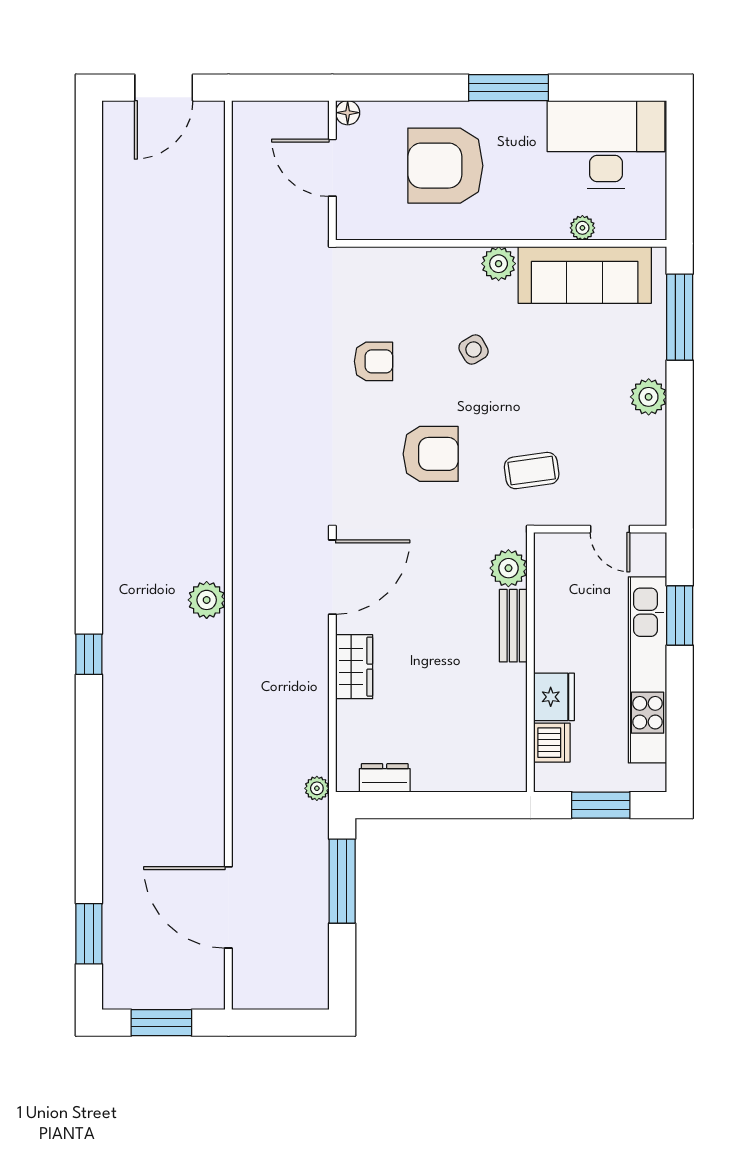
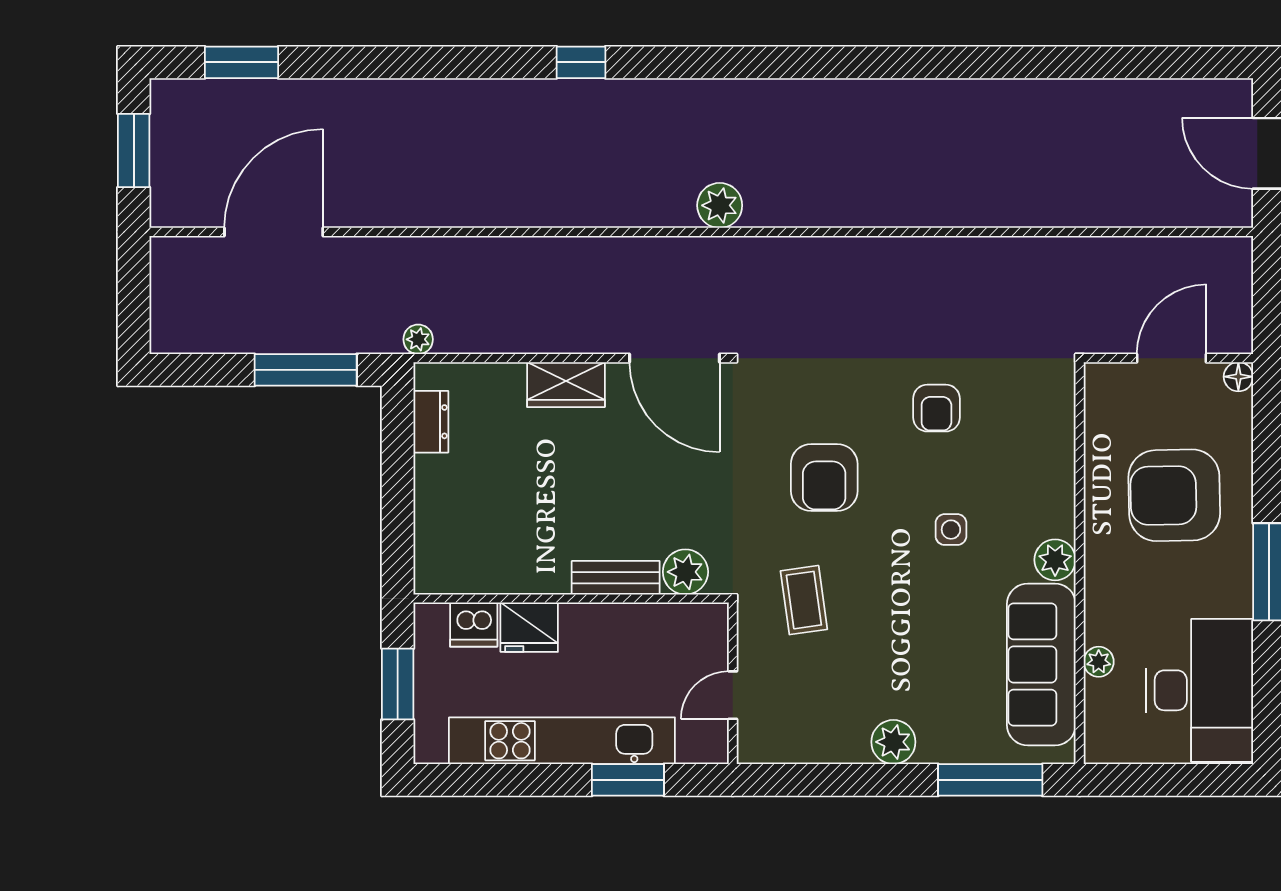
armchair: (445, 166) -> (1174, 495), turned -91
side table: (474, 349) -> (951, 530), turned 30
plant: (207, 600) -> (720, 205), moved

